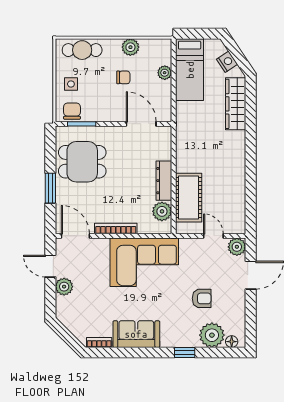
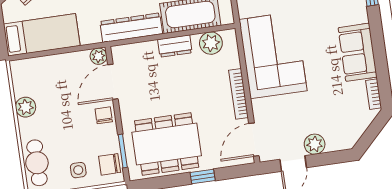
plant: (165, 73) -> (98, 56), moved
chair: (123, 77) -> (104, 115), moved
dresser: (185, 146) -> (131, 28), added
dining table: (82, 162) -> (167, 144), width x1.38
dresser: (164, 181) -> (175, 46), width x0.70
window: (50, 188) -> (203, 176), width x0.67

